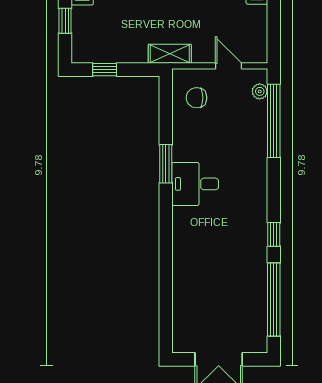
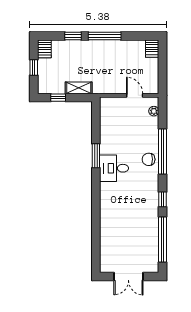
shelving: (170, 54) -> (79, 88), moved
chair: (197, 98) -> (149, 159), moved
window: (274, 121) -> (163, 152), moved

